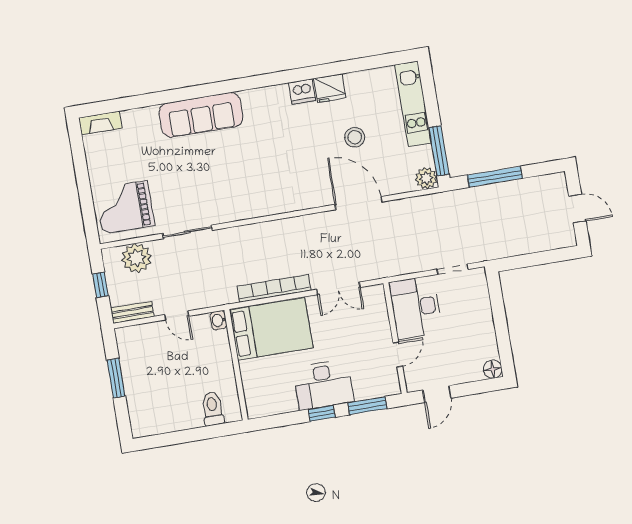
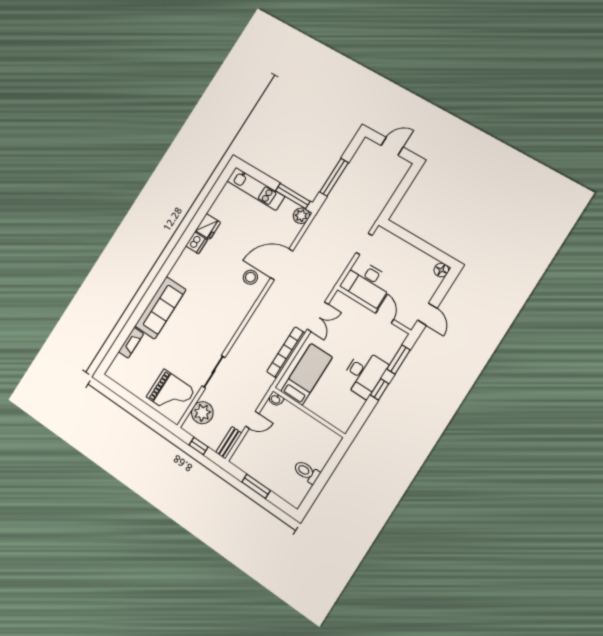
fireplace: (100, 123) -> (131, 343), moved
stool: (355, 137) -> (250, 277), moved
grand piano: (125, 207) -> (171, 393), turned -90
bed: (271, 329) -> (307, 374), width x0.67
toilet: (212, 409) -> (307, 472), moved

